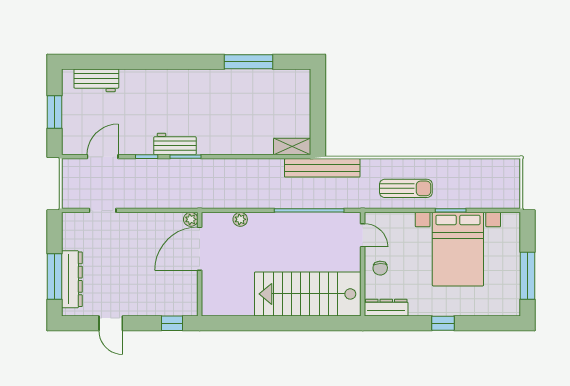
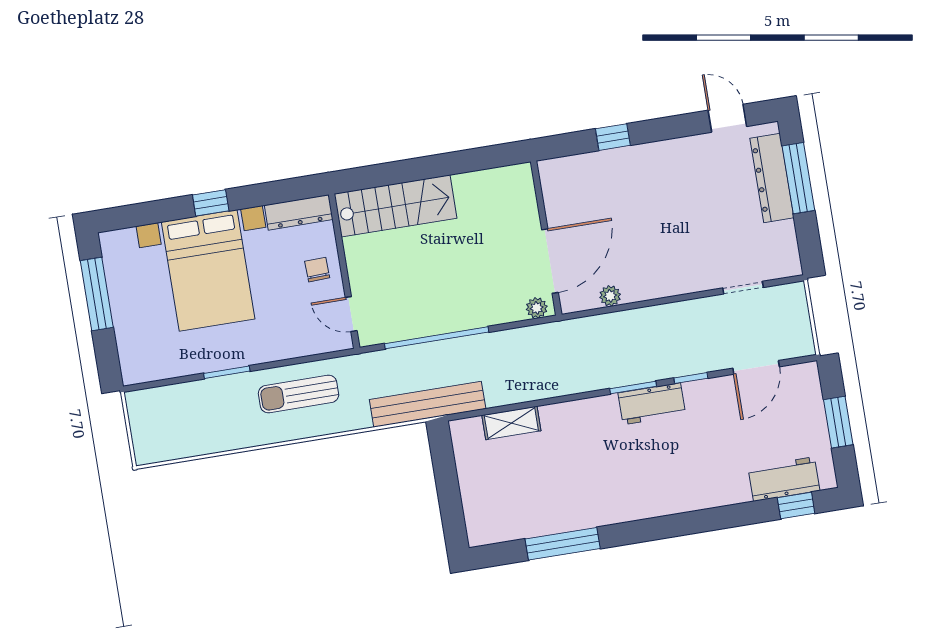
window: (91, 62) -> (796, 506), added
shelving: (292, 147) -> (511, 423), moved
door: (200, 249) -> (550, 261), moved
bed with nightstands: (458, 249) -> (208, 270), moved, turned 180
wall: (200, 264) -> (546, 238), moved
stairs: (308, 294) -> (396, 206), width x0.73, depth x0.66
door: (111, 323) -> (727, 118), moved

